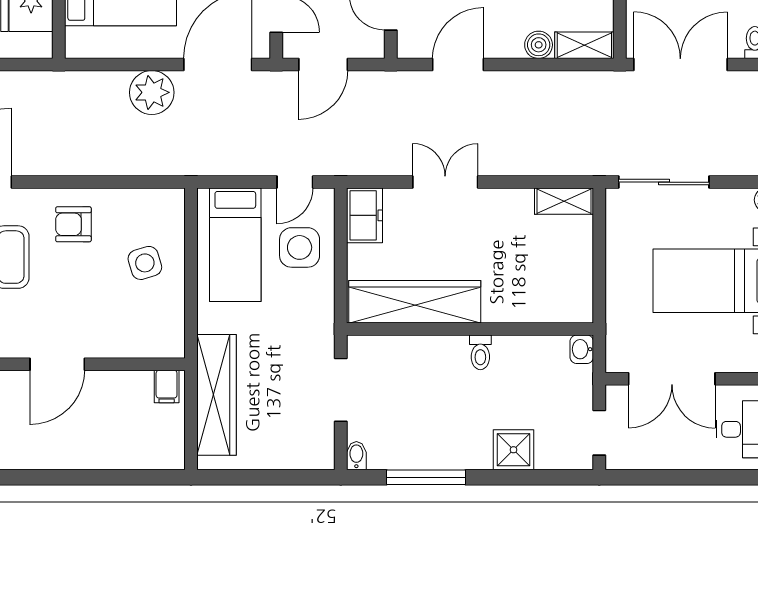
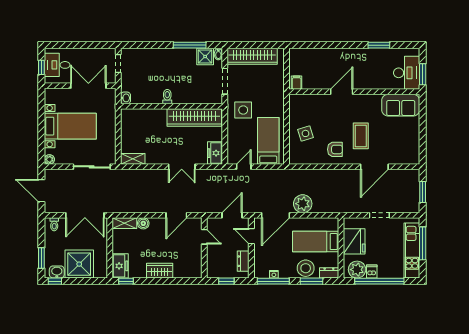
side table: (300, 247) -> (243, 110), moved
wardrobe: (216, 395) -> (252, 56), moved, turned -90
shower: (513, 450) -> (205, 56), moved

